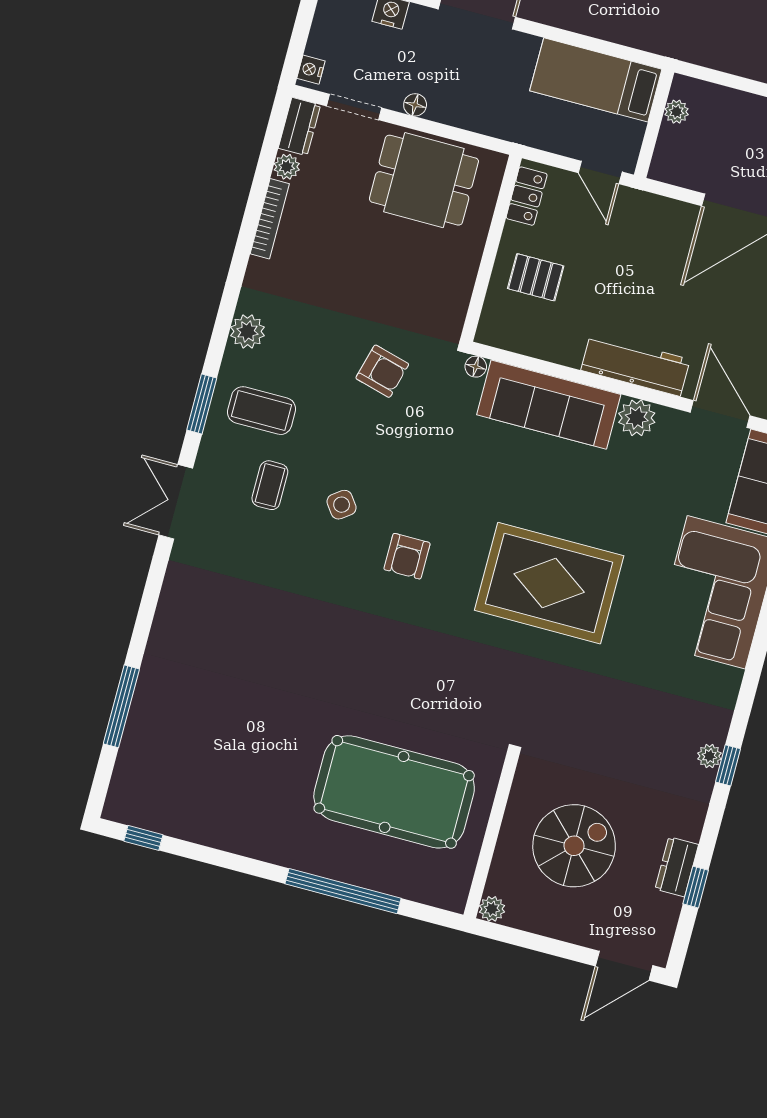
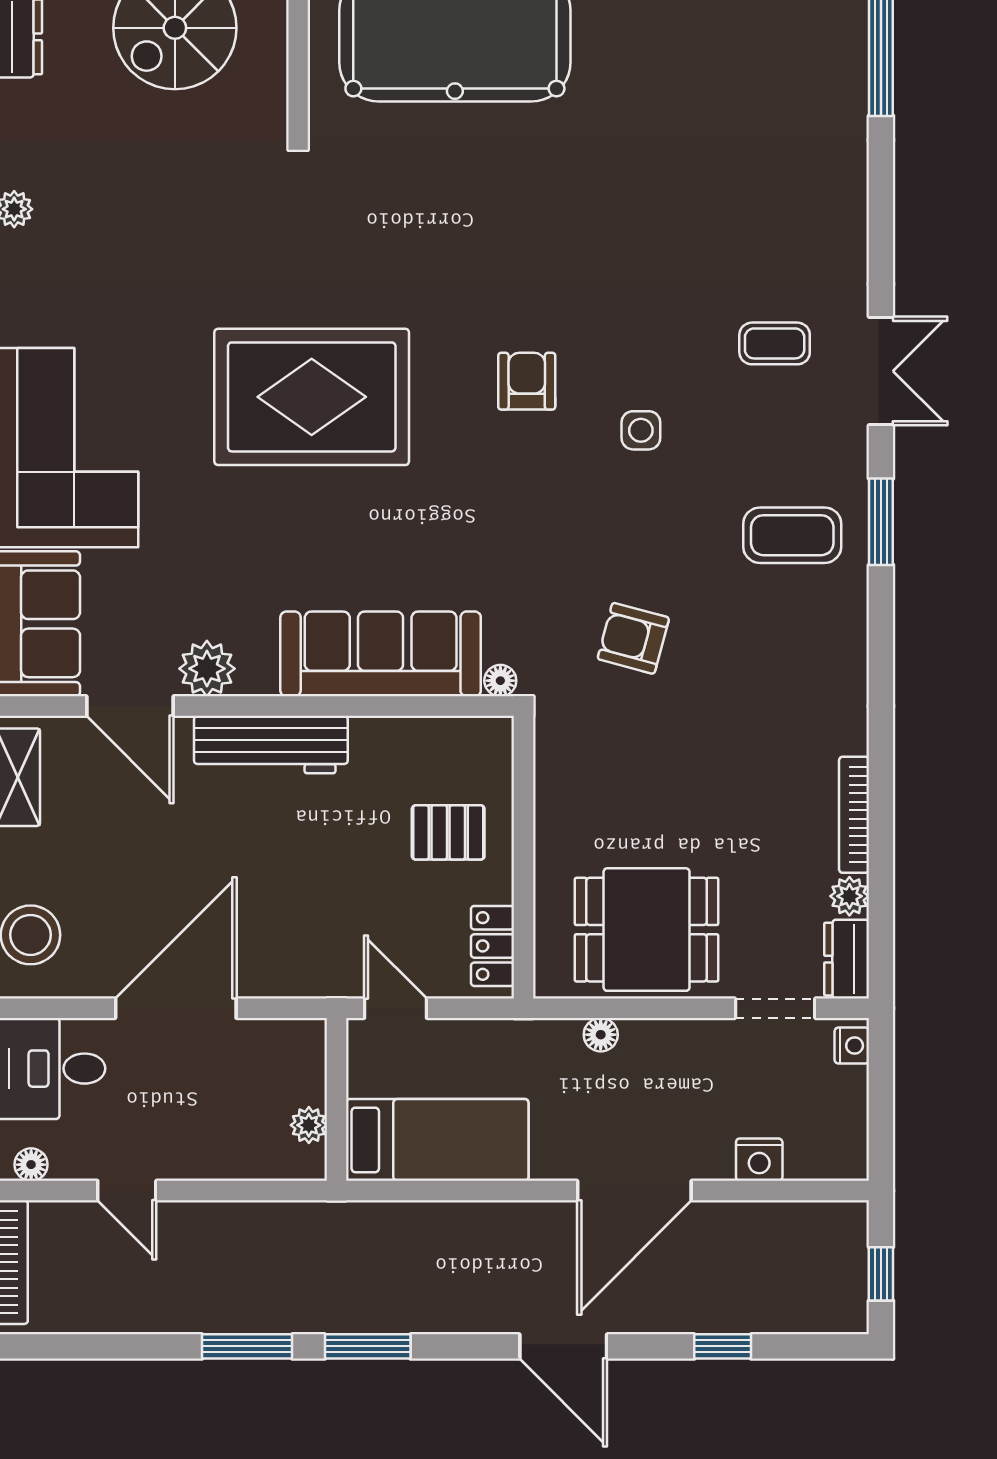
floor lamp: (415, 105) -> (601, 1035), moved
plant: (248, 331) -> (843, 644), removed
plant: (637, 418) -> (207, 669), moved
coffee table: (270, 485) -> (775, 343), moved, turned 90
side table: (342, 505) -> (641, 430), turned 36

